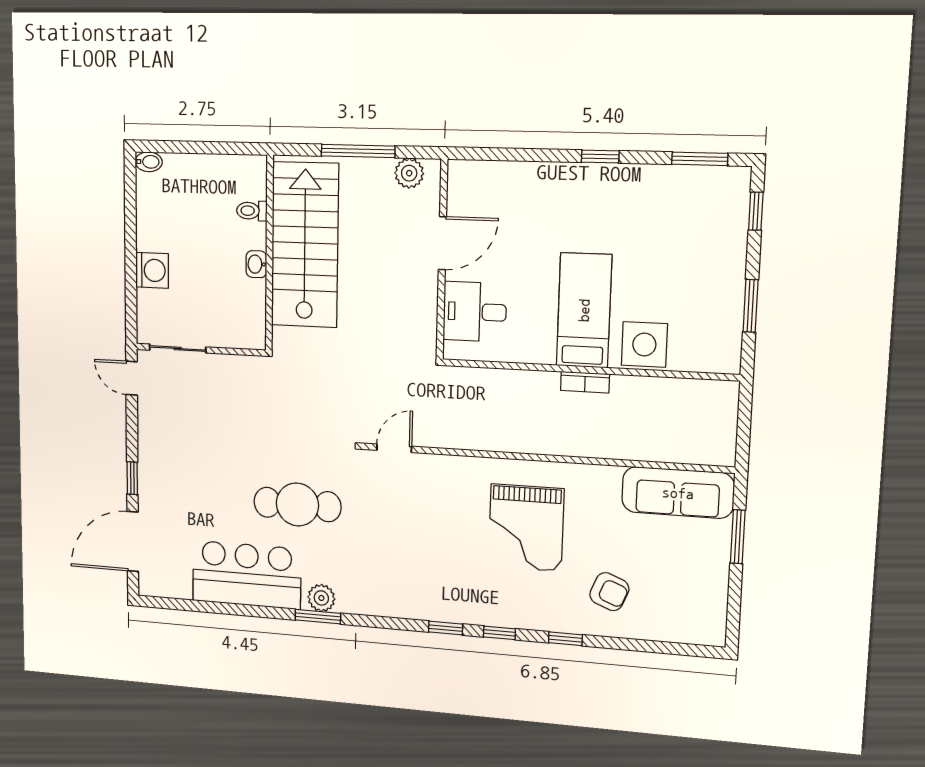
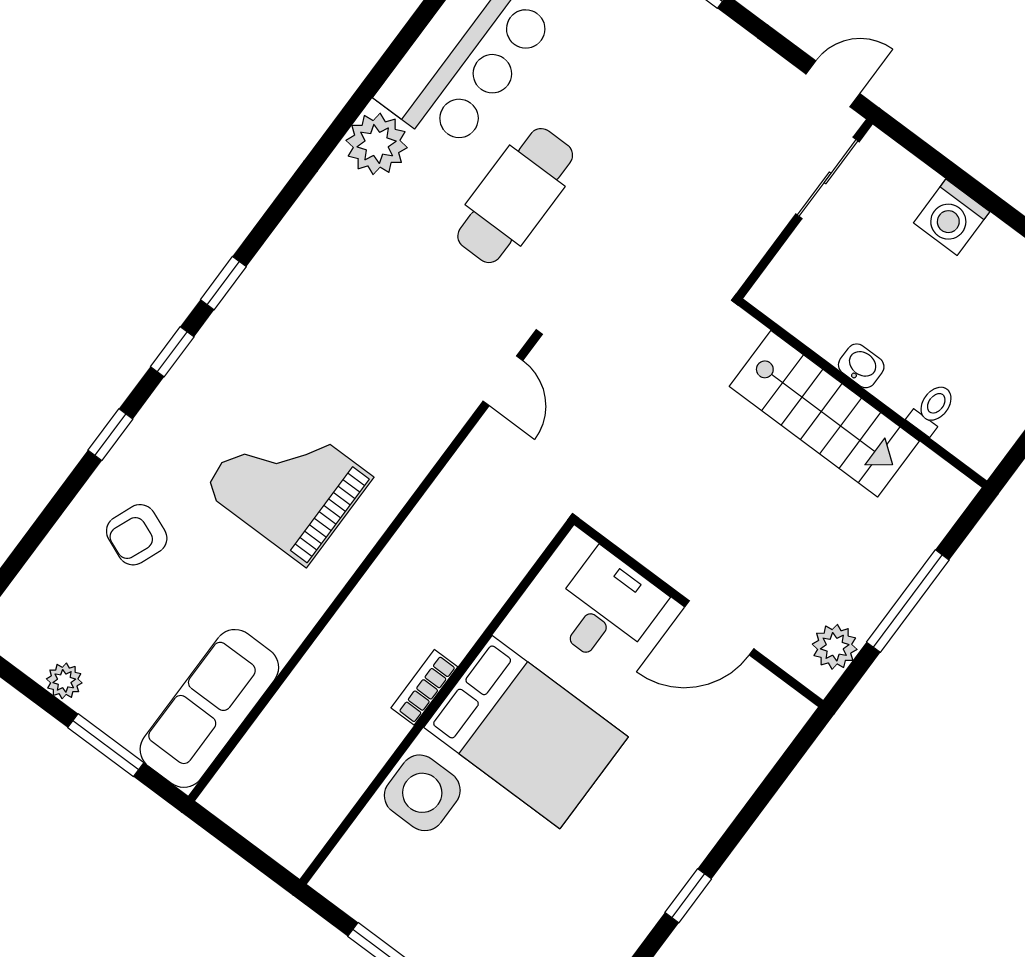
door: (442, 243) -> (719, 628), hinge flipped
stairs: (305, 245) -> (824, 414), width x0.73, depth x0.66
bed: (584, 310) -> (526, 732), width x1.50
plant: (717, 582) -> (64, 681), added
plant: (321, 598) -> (377, 144), width x1.36, depth x1.36
window: (318, 617) -> (348, 116), removed

